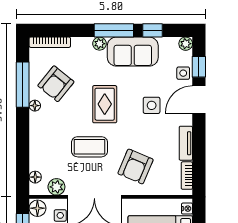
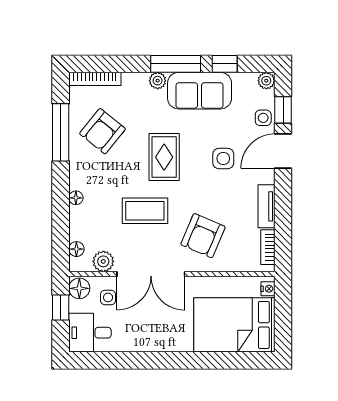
floor lamp: (35, 106) -> (76, 198), moved

